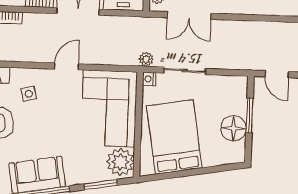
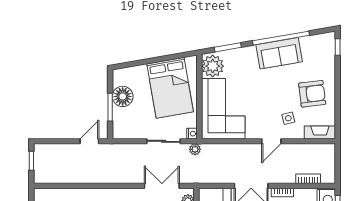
door: (67, 66) -> (271, 141), moved
door: (277, 74) -> (89, 141), hinge flipped

